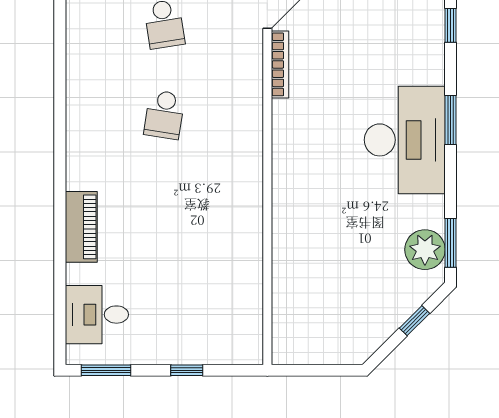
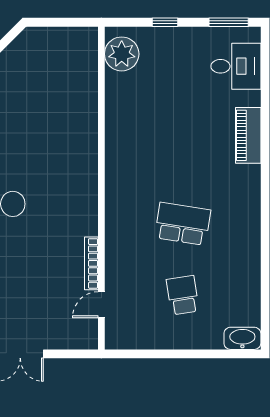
school desk: (164, 115) -> (183, 224), width x1.85
plant: (242, 330) -> (122, 54), added

